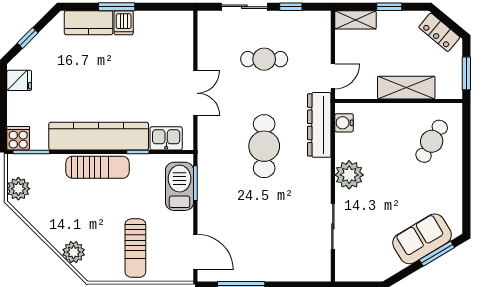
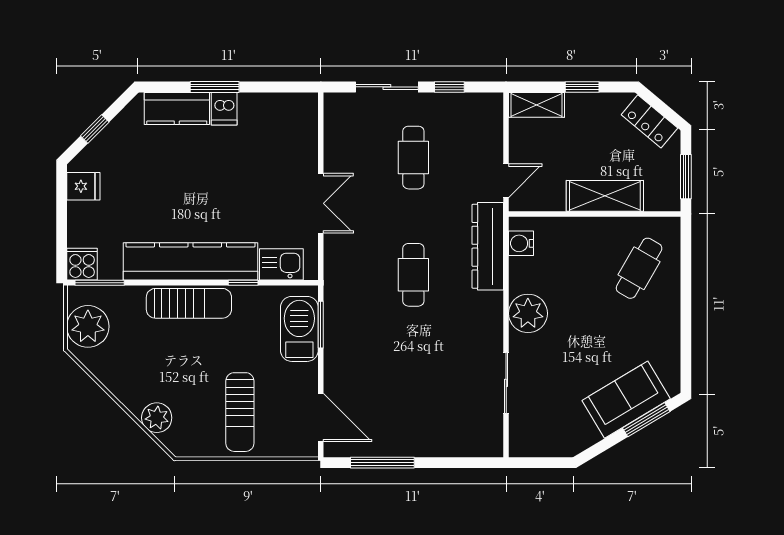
cafe table: (264, 59) -> (413, 158), turned 90
cafe table: (264, 146) -> (413, 275), width x0.73, depth x0.74
plant: (18, 189) -> (88, 326), width x1.36, depth x1.36

